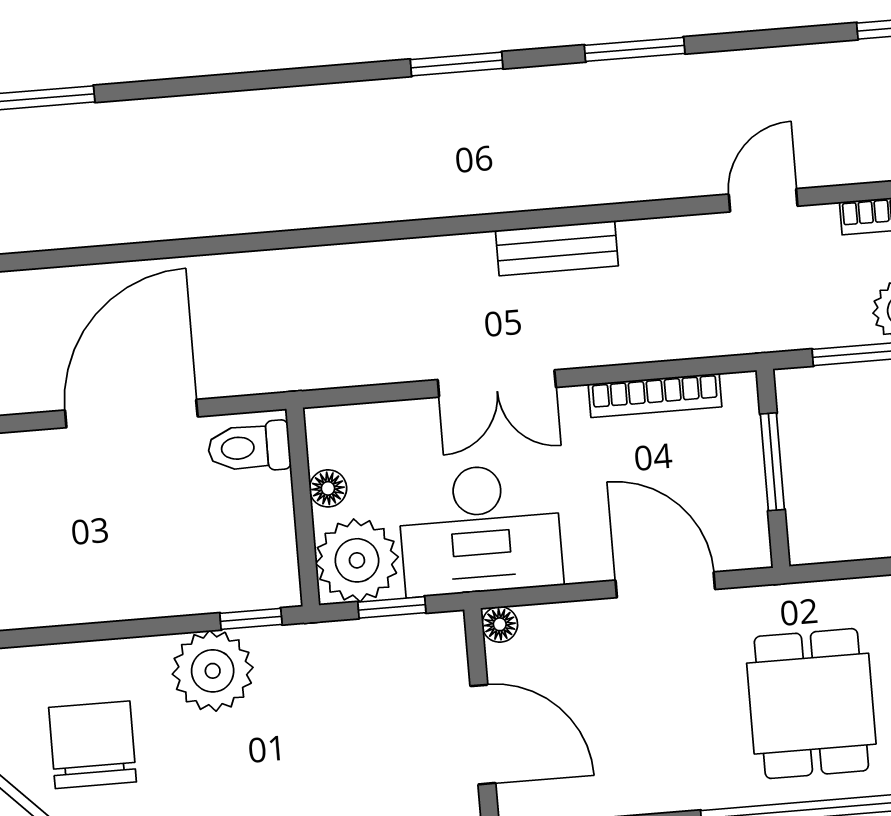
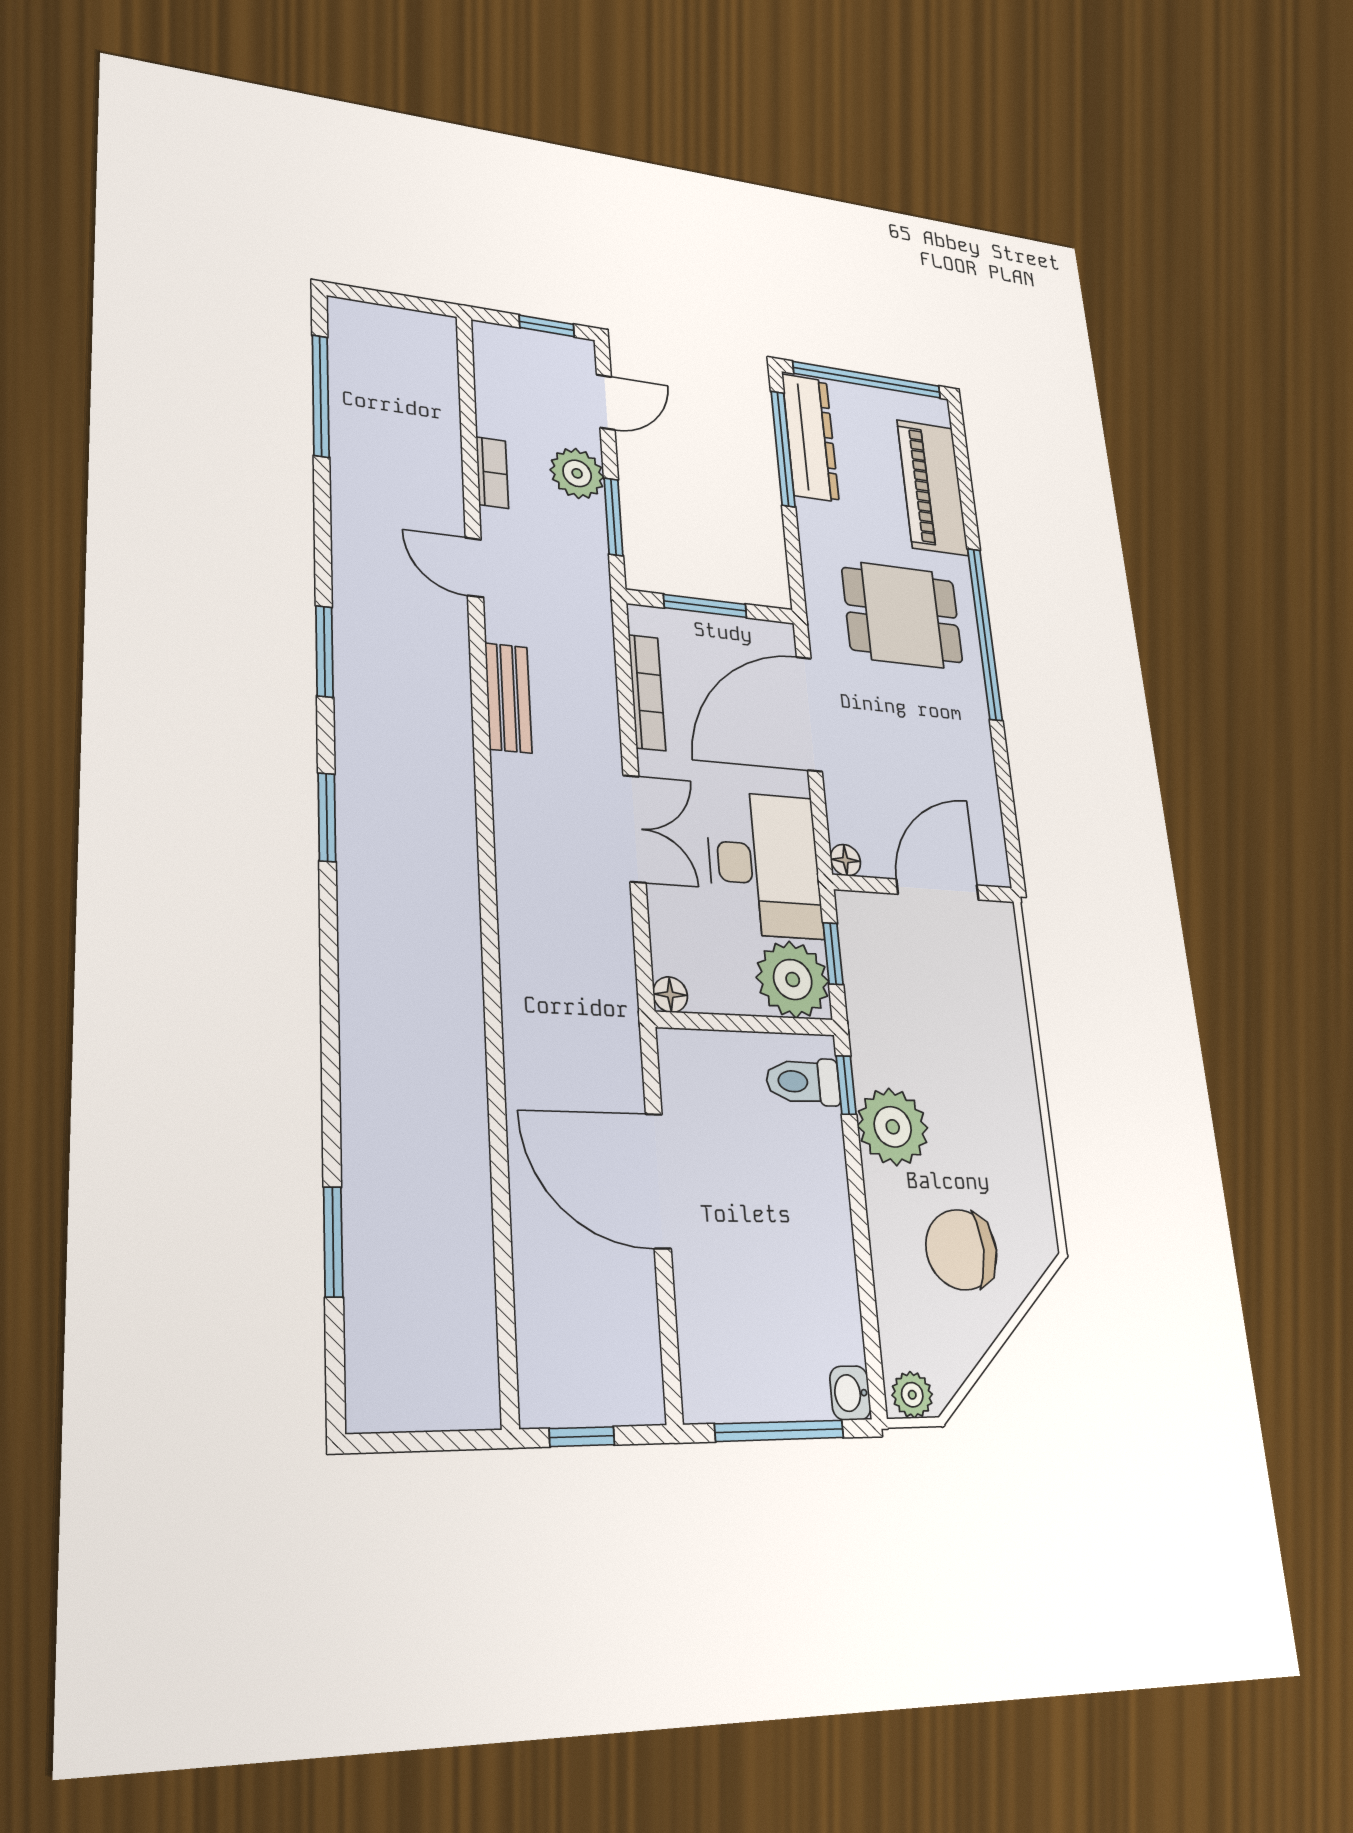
bench: (557, 248) -> (508, 698), moved
toilet: (249, 447) -> (803, 1082), moved, turned 90
floor lamp: (328, 488) -> (670, 995), moved
door: (665, 585) -> (809, 714), width x1.36

